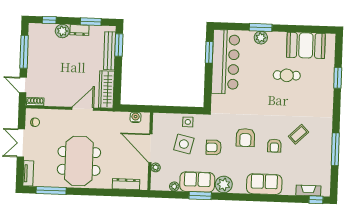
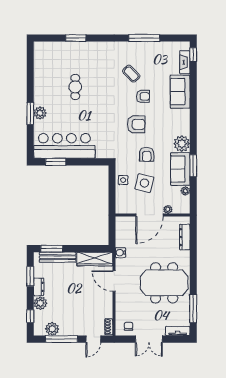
plant: (35, 42) -> (52, 329), added
booth: (306, 45) -> (46, 70), removed
water cooler: (136, 117) -> (120, 253), moved
sofa: (264, 184) -> (180, 92), moved

